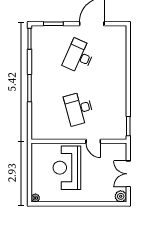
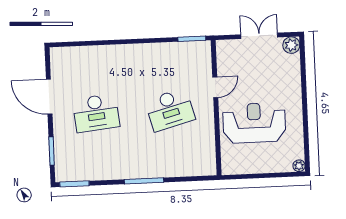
desk: (79, 56) -> (96, 113), turned -30
reception desk: (67, 168) -> (254, 123), turned 180
double door: (128, 174) -> (259, 36), swing flipped

